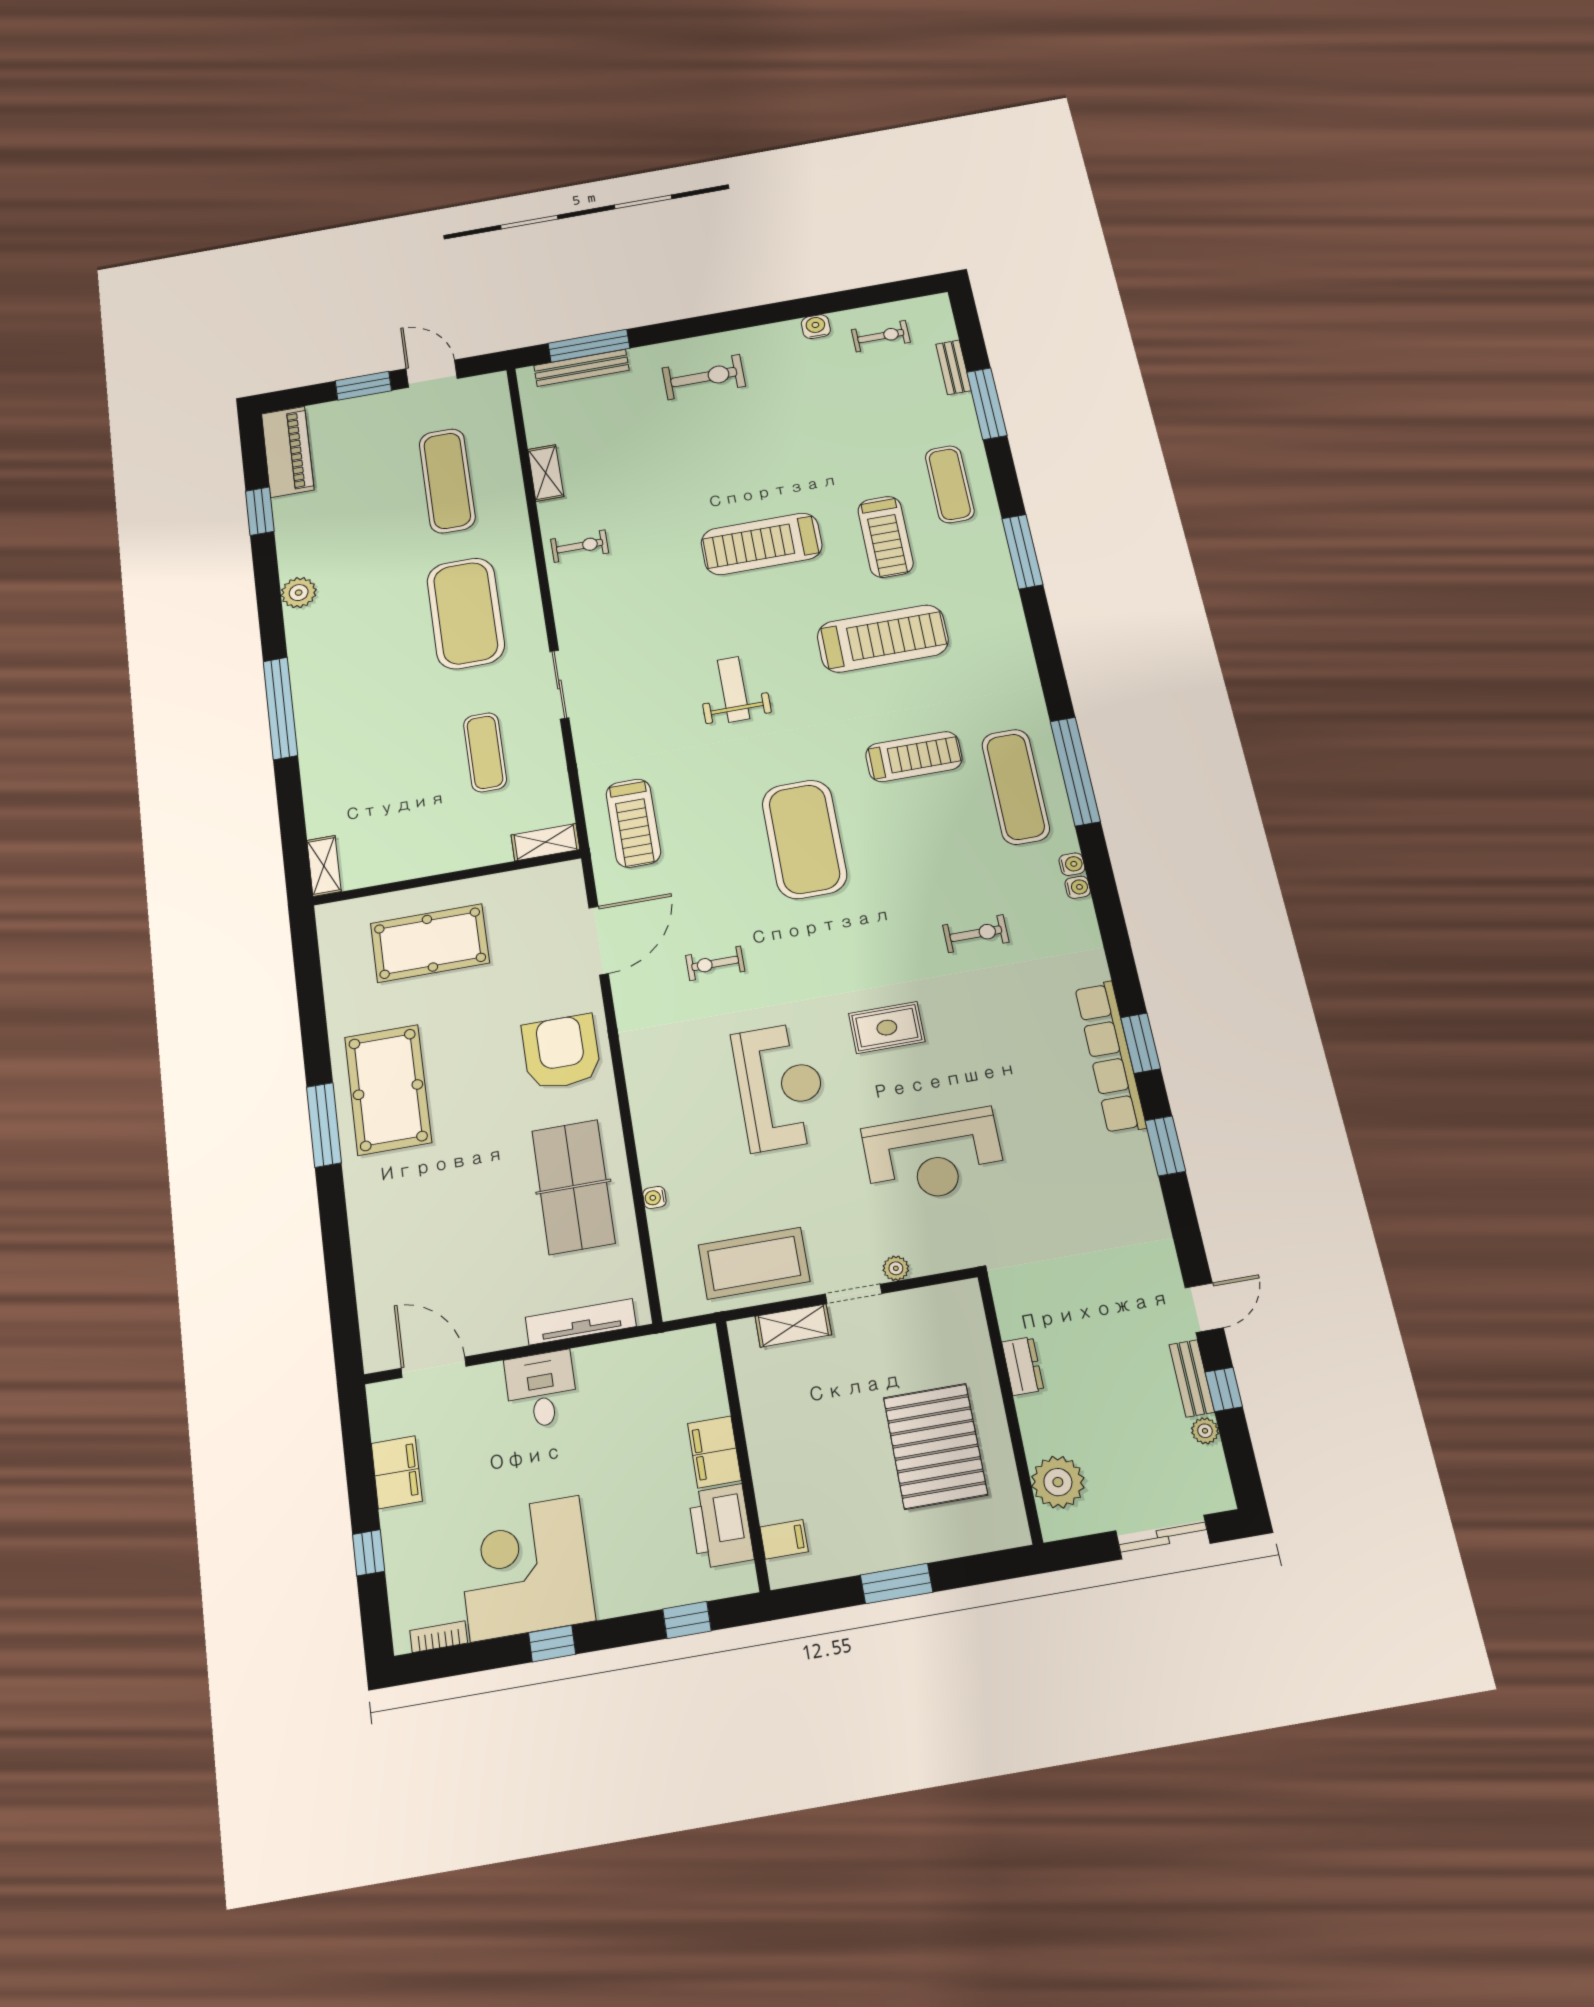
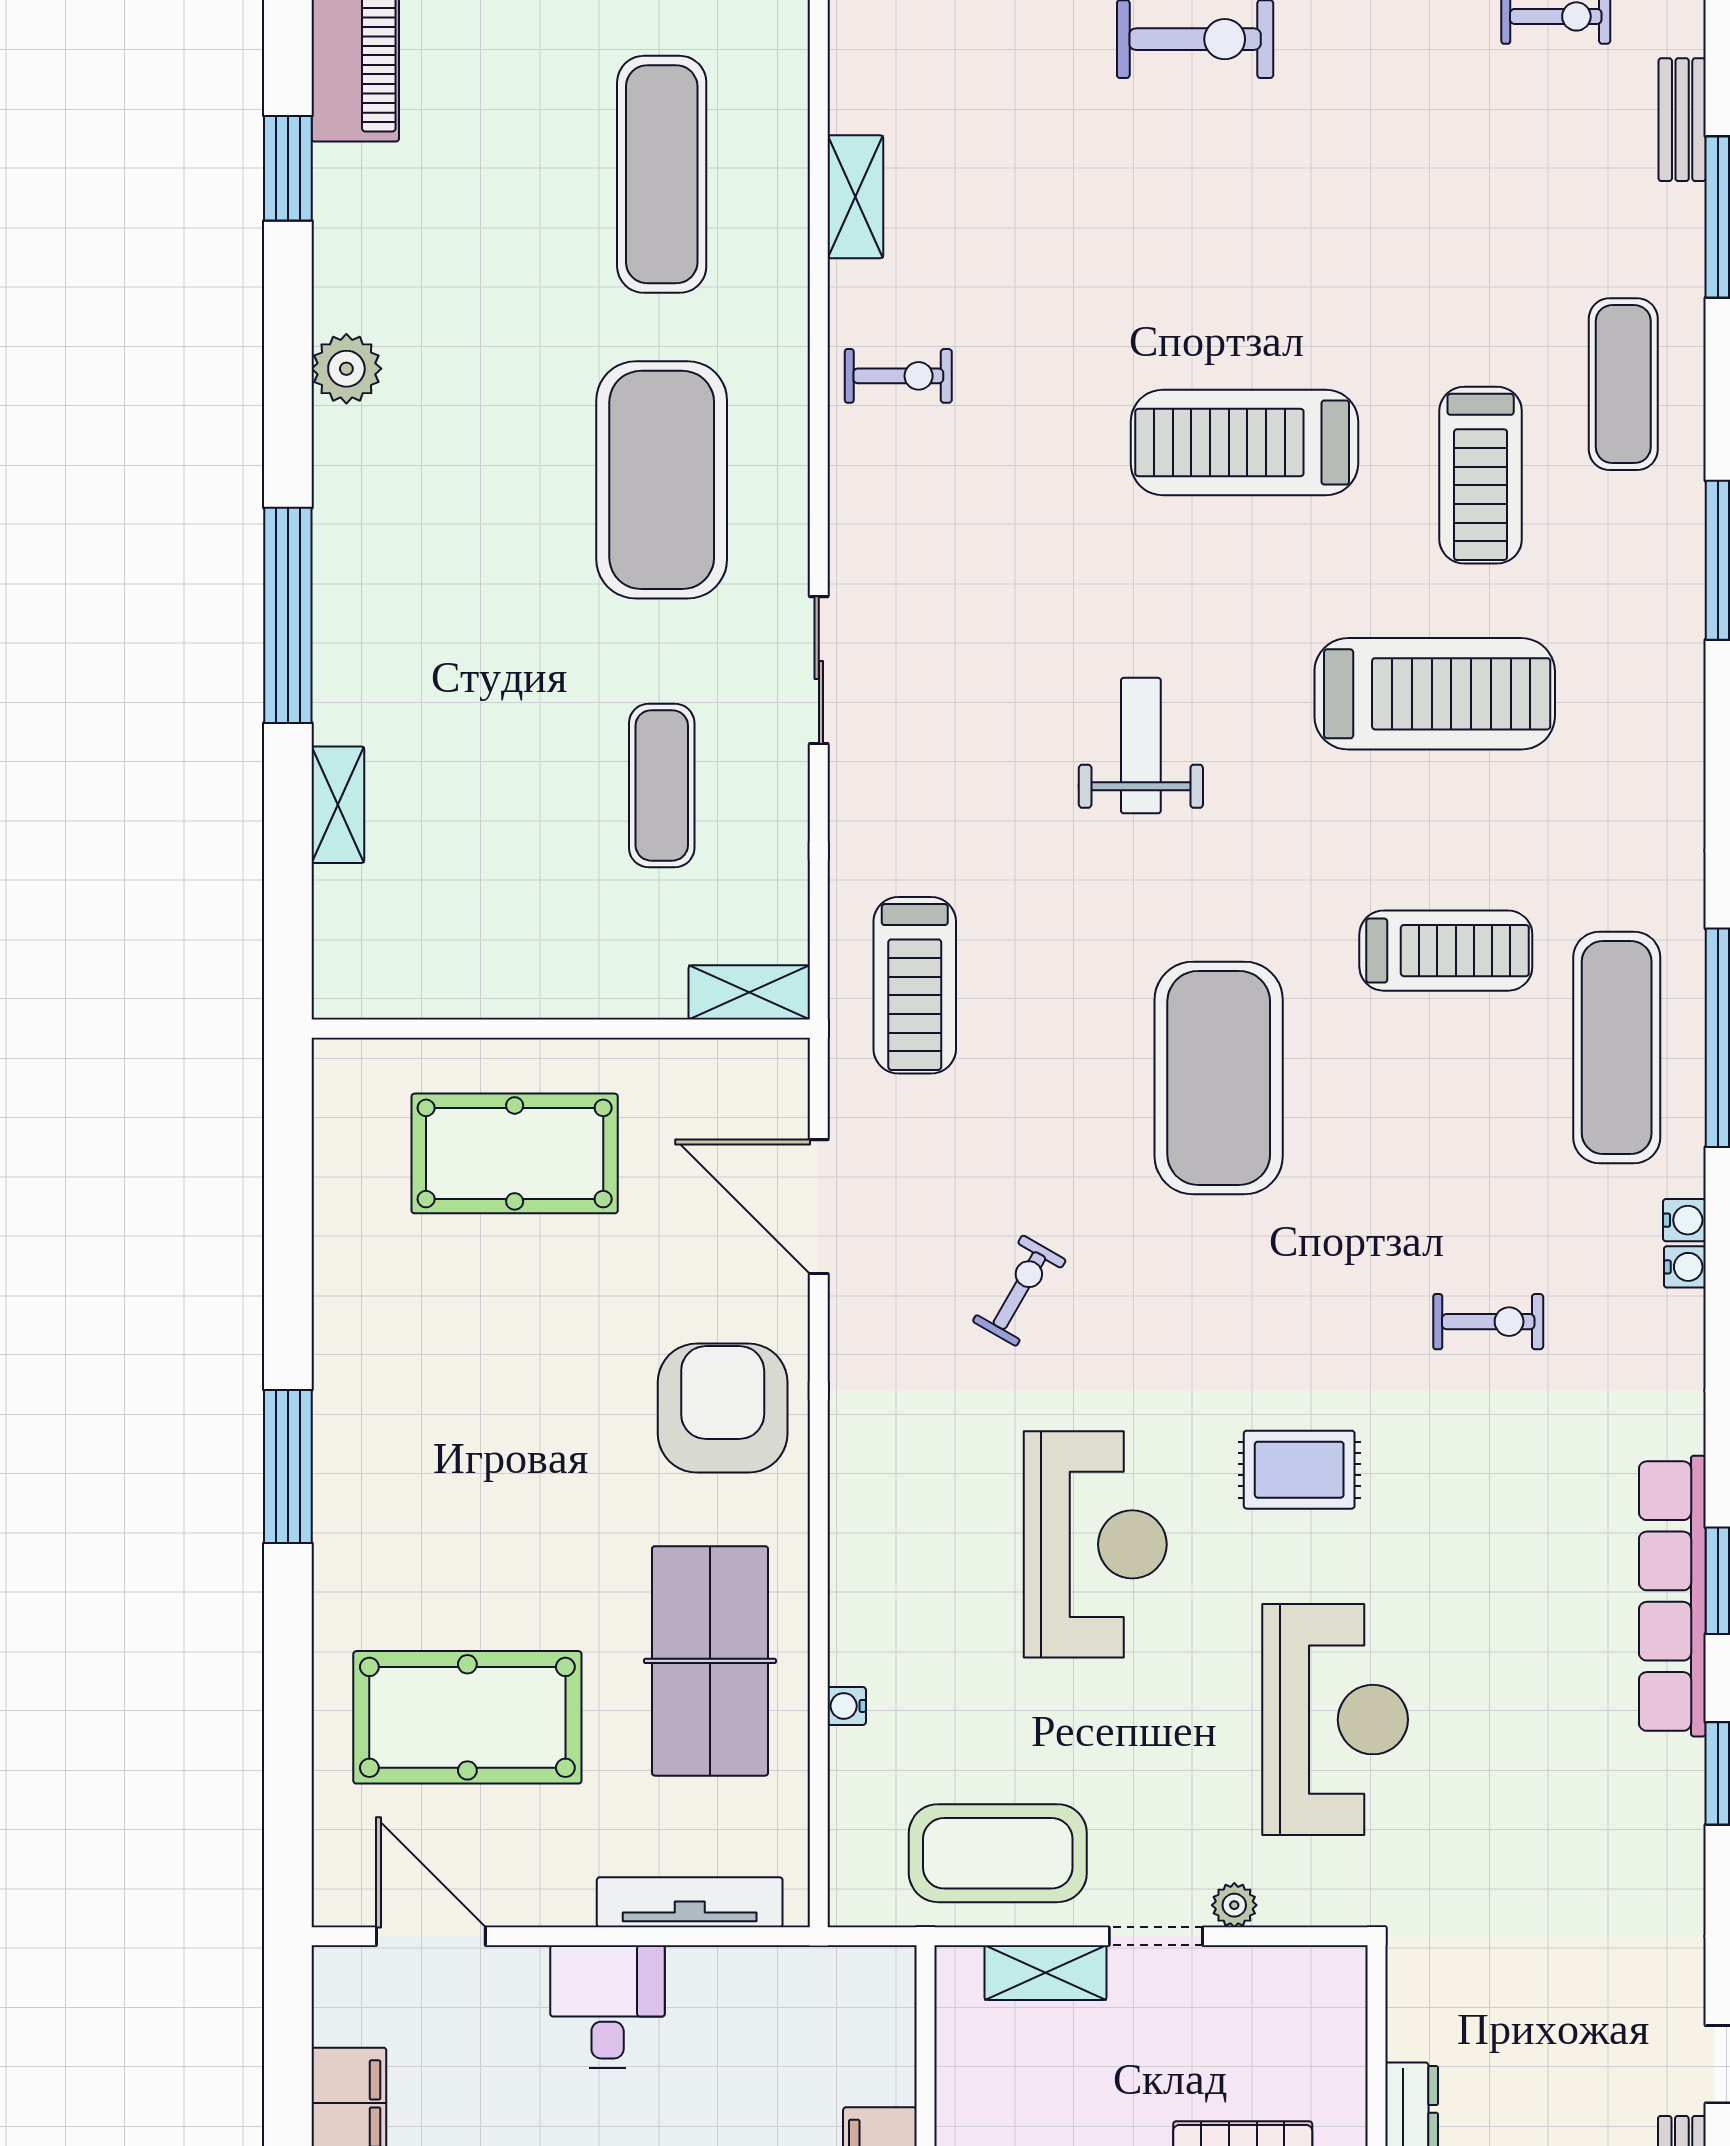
shelving: (324, 866) -> (338, 805), moved
door: (599, 941) -> (819, 1207), swing flipped
exercise bike: (715, 963) -> (1019, 1291), turned 120
pool table: (388, 1090) -> (467, 1717), moved, turned 90
reception desk: (934, 1156) -> (1335, 1720), turned -90

